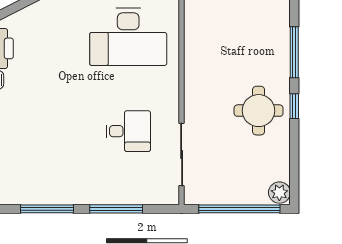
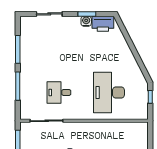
desk: (128, 131) -> (59, 92), turned 90

